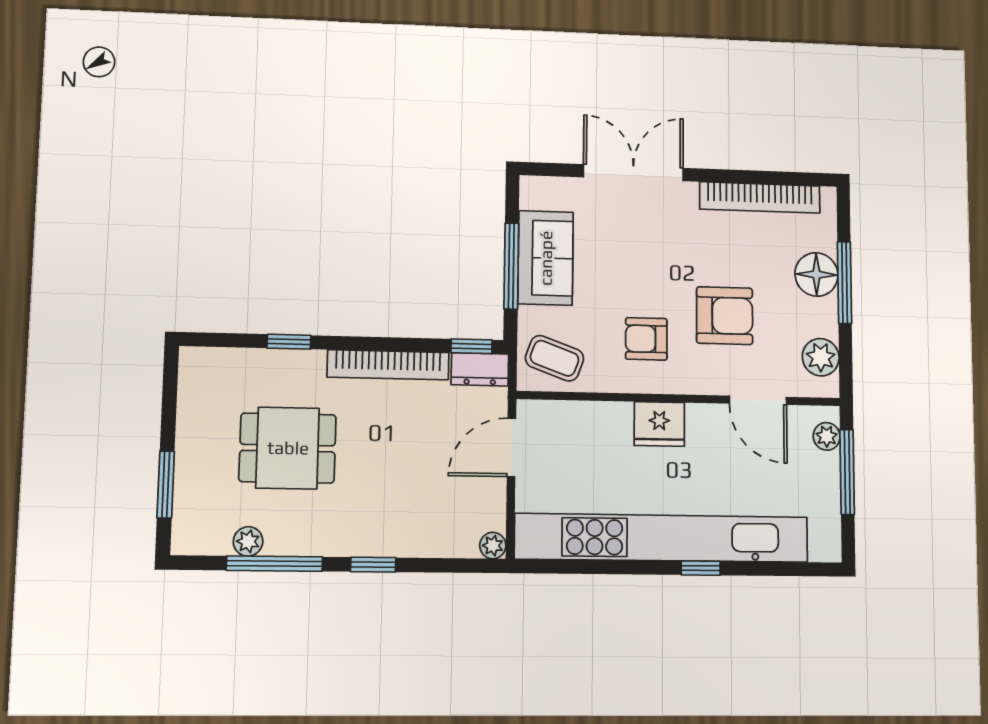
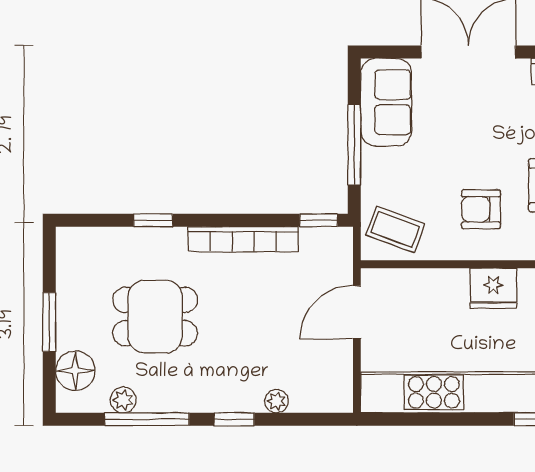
sofa: (546, 258) -> (386, 102), moved
dresser: (480, 369) -> (327, 241), removed
window: (166, 485) -> (49, 322), moved
floor lamp: (195, 507) -> (75, 371), added
plant: (493, 546) -> (276, 401), moved

